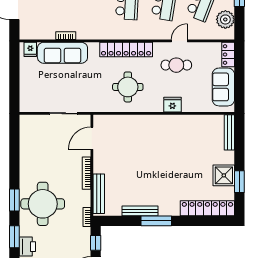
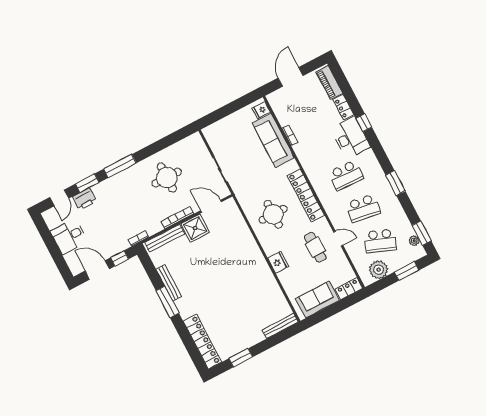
shower: (224, 175) -> (195, 228), moved
window: (14, 200) -> (120, 166), width x1.44
round table: (43, 204) -> (167, 178), moved, width x0.73, depth x0.73

